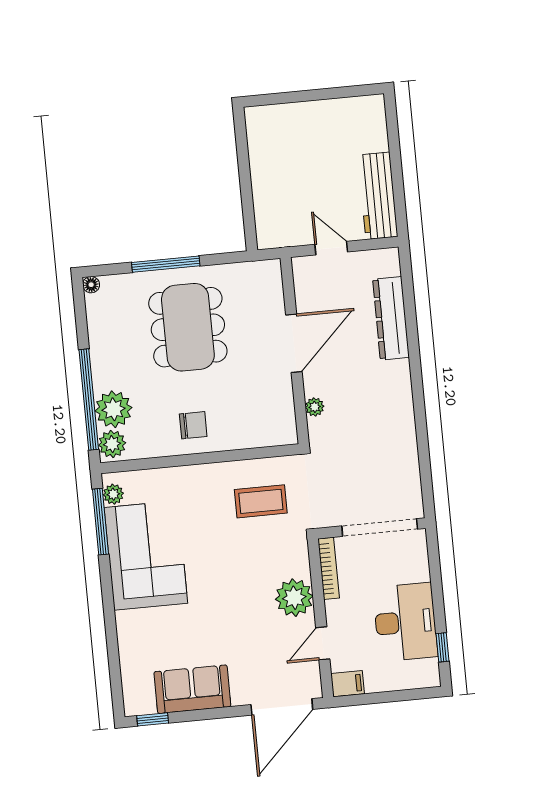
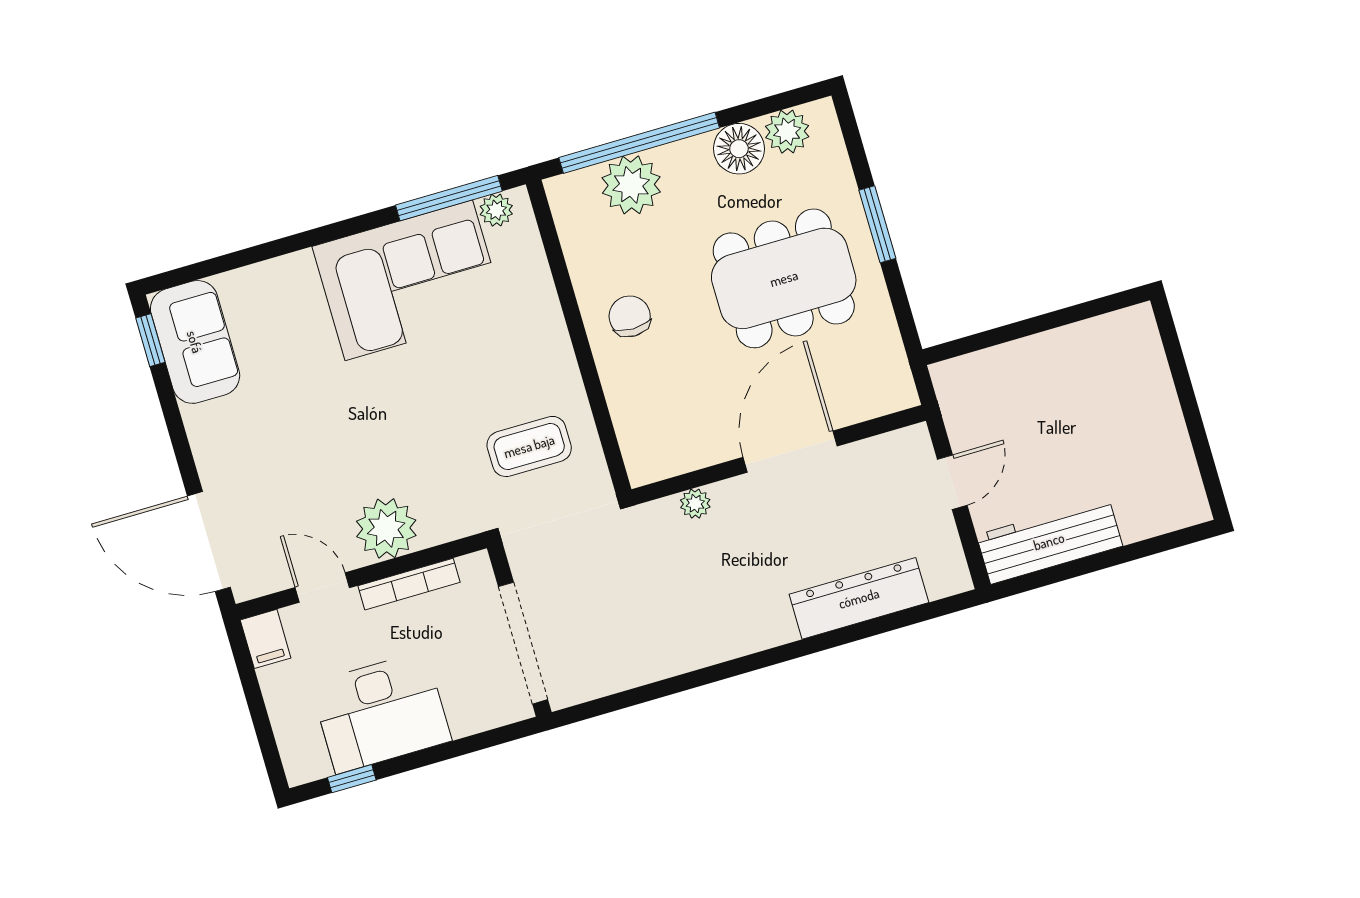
window: (166, 264) -> (877, 224), width x0.69
floor lamp: (91, 285) -> (739, 149), moved, width x1.89, depth x1.89
door: (294, 343) -> (790, 452), swing flipped
chair: (193, 425) -> (630, 316), turned 180
plant: (112, 444) -> (787, 132), moved
coffee table: (261, 501) -> (529, 446), turned 90
bookcase: (329, 568) -> (409, 584), moved
sofa: (192, 689) -> (195, 342), moved

